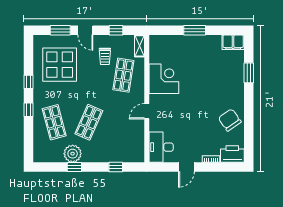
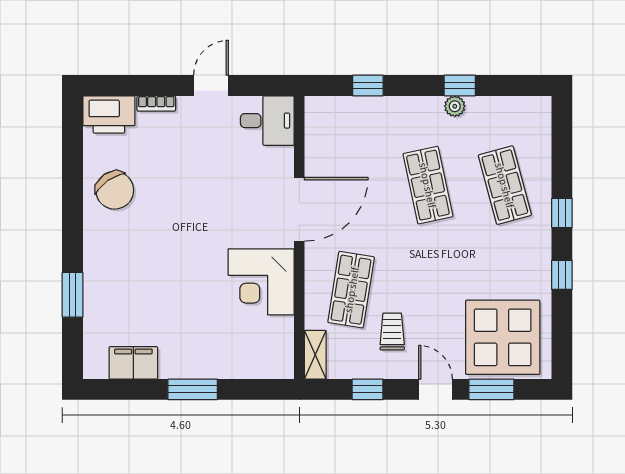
filing cabinet: (233, 42) -> (133, 363), moved
display table: (60, 65) -> (503, 337), moved
door: (147, 111) -> (299, 209), width x1.87
shop shelf: (89, 122) -> (428, 185), turned -36
desk: (161, 147) -> (267, 121), width x0.73
plant: (73, 154) -> (455, 106), width x0.53, depth x0.53

